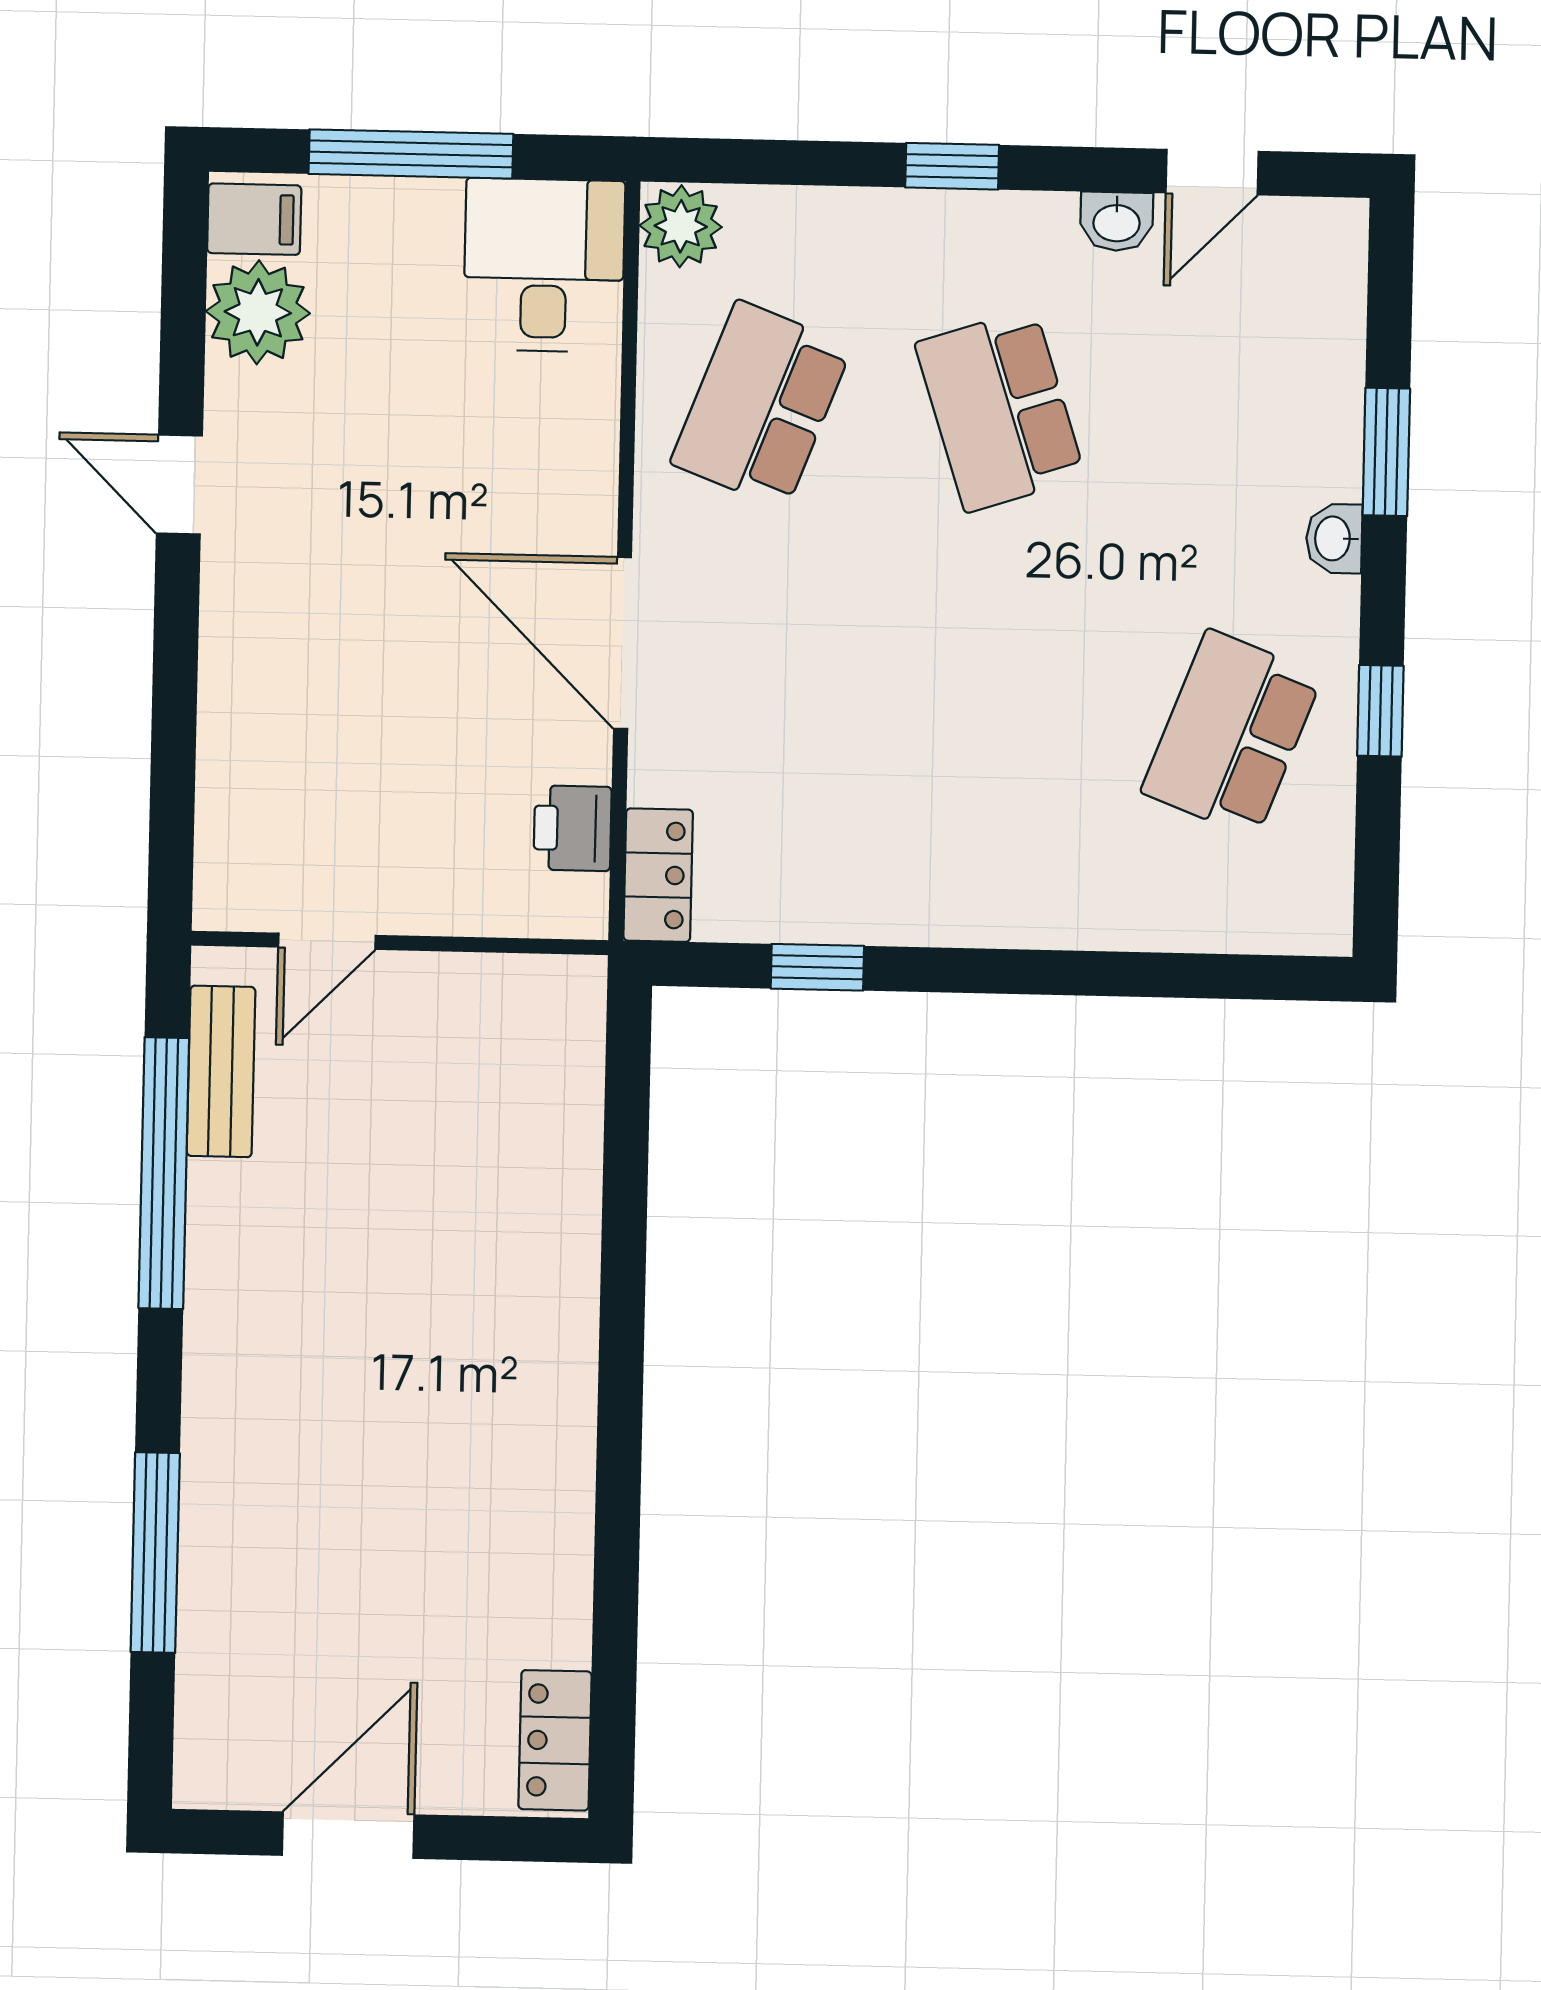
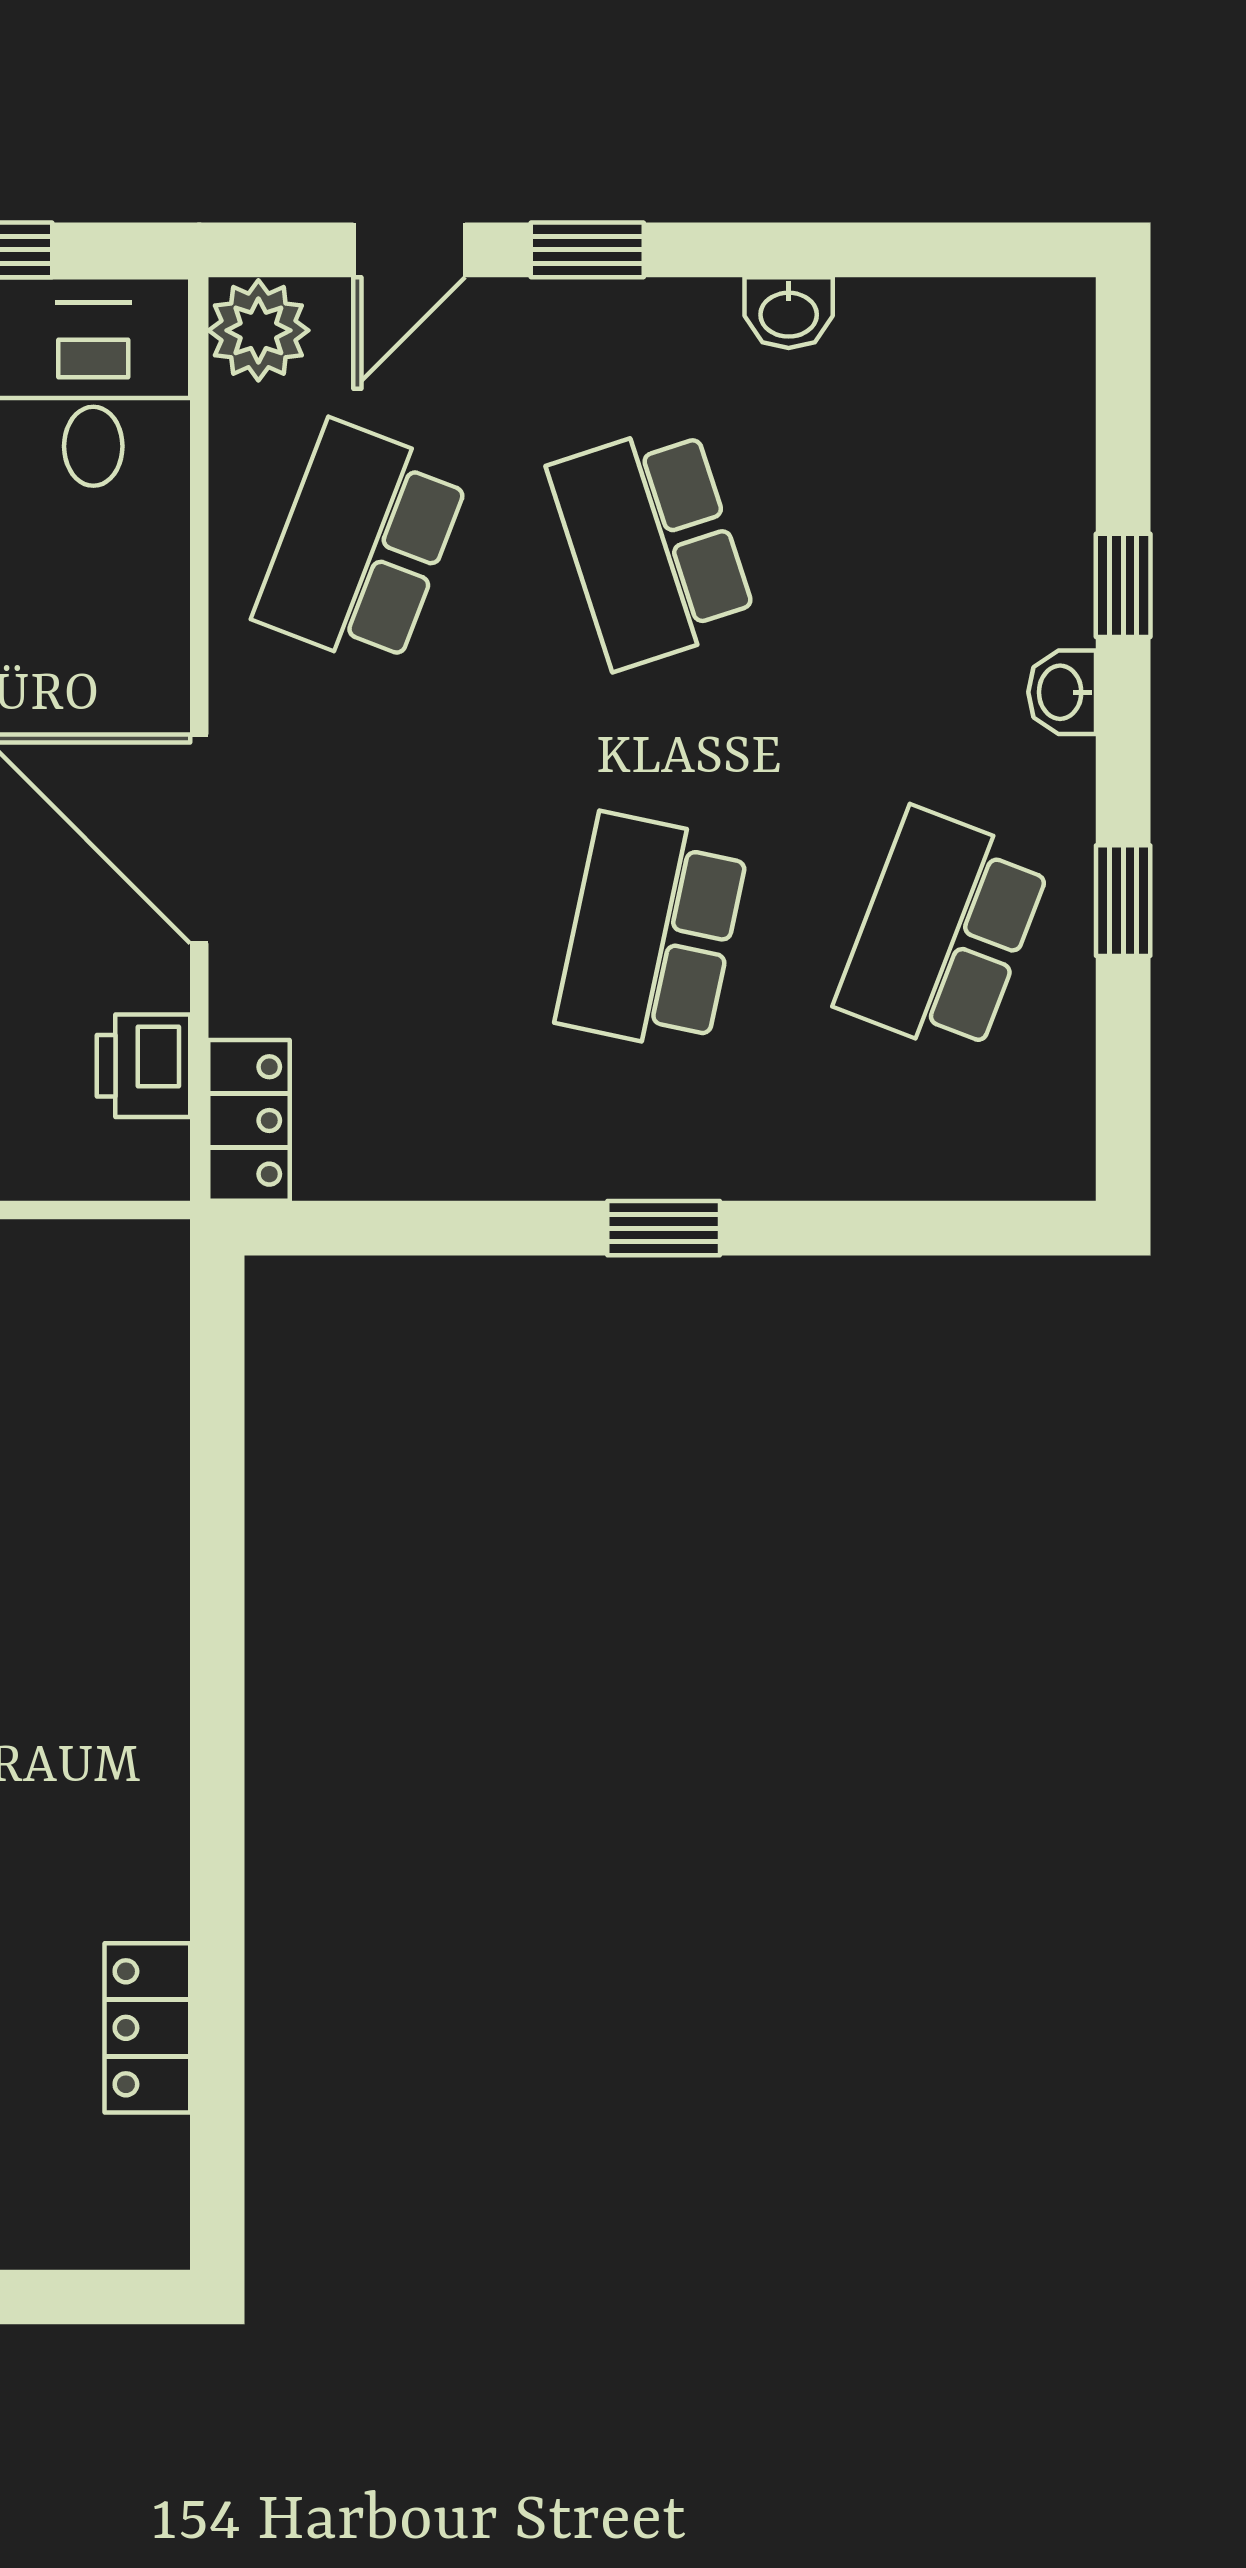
door: (1212, 172) -> (409, 250), moved
window: (1386, 452) -> (1123, 585), width x0.67
school desk: (993, 728) -> (652, 933), added
window: (817, 967) -> (664, 1228), moved
locker: (555, 1740) -> (147, 2028), moved

